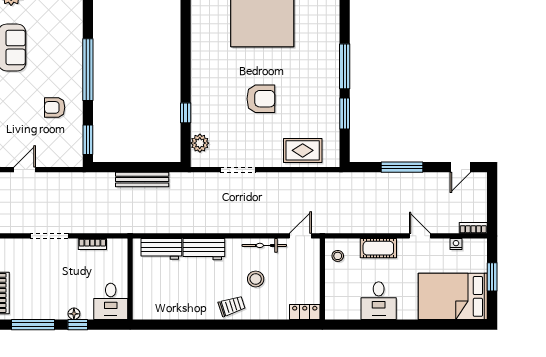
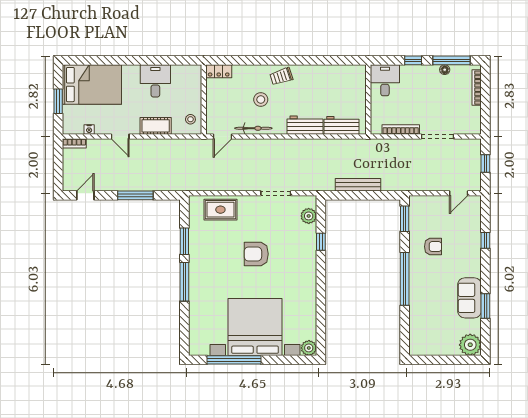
bookcase: (92, 244) -> (401, 129), width x1.56
floor lamp: (74, 314) -> (445, 70), moved

